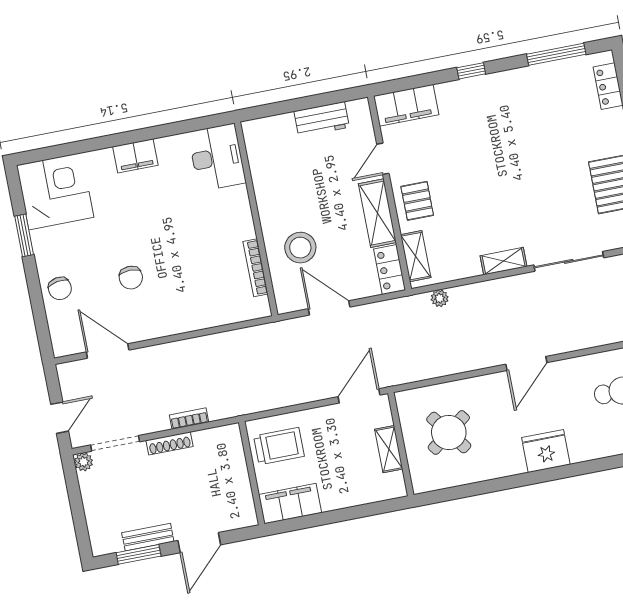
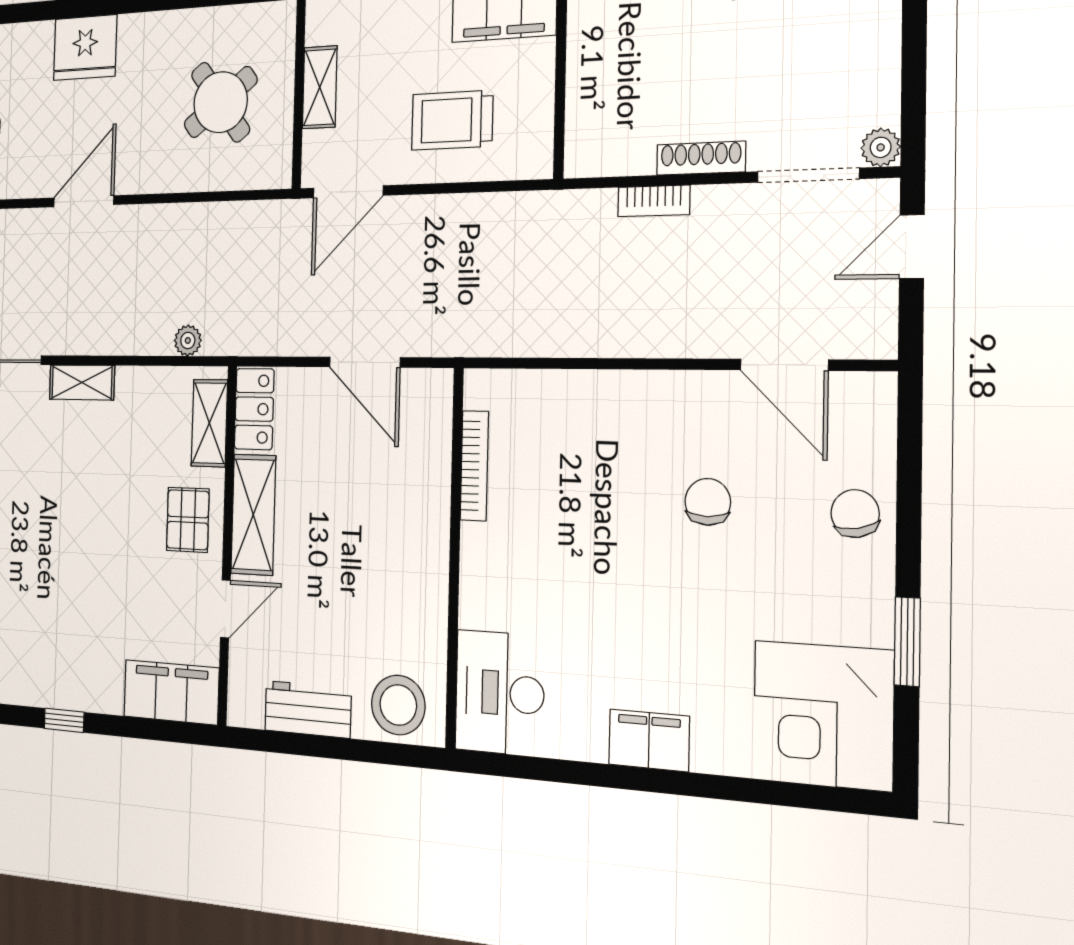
stool: (300, 248) -> (398, 705), moved
trolley: (279, 446) -> (452, 120), moved

